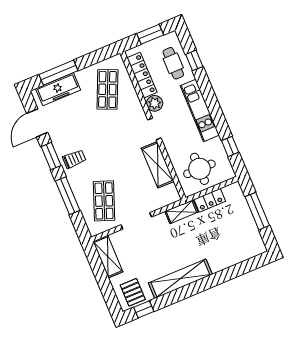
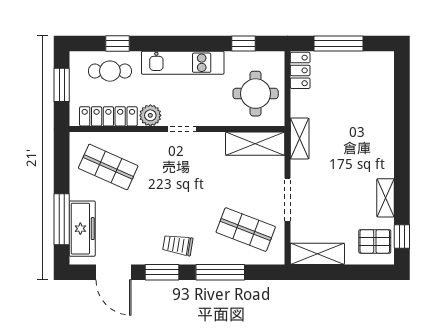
trolley: (74, 159) -> (178, 245), turned -81
shelving: (158, 165) -> (255, 144), moved
locker: (210, 200) -> (300, 70), moved
shelving: (180, 279) -> (386, 198), width x0.45, depth x0.75

